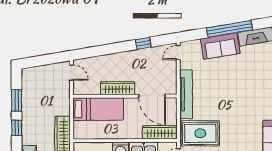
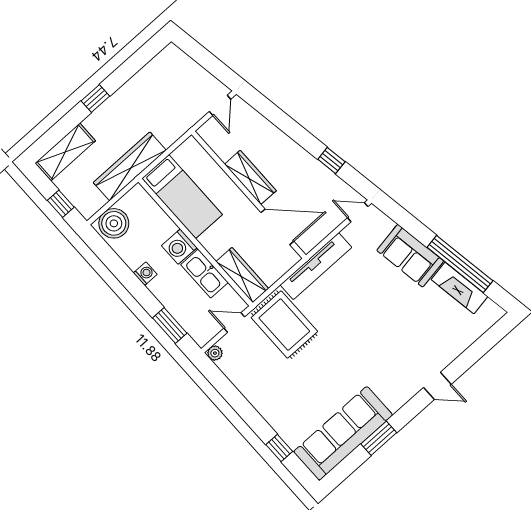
window: (230, 29) -> (460, 264), moved
door: (152, 96) -> (277, 227), swing flipped
window: (17, 100) -> (128, 69), removed
bed: (98, 109) -> (182, 196), moved

